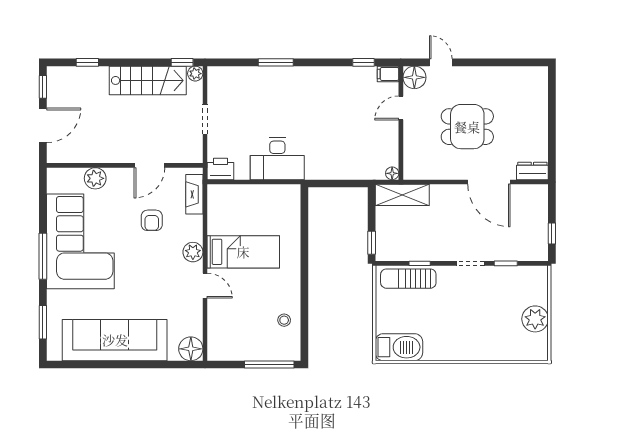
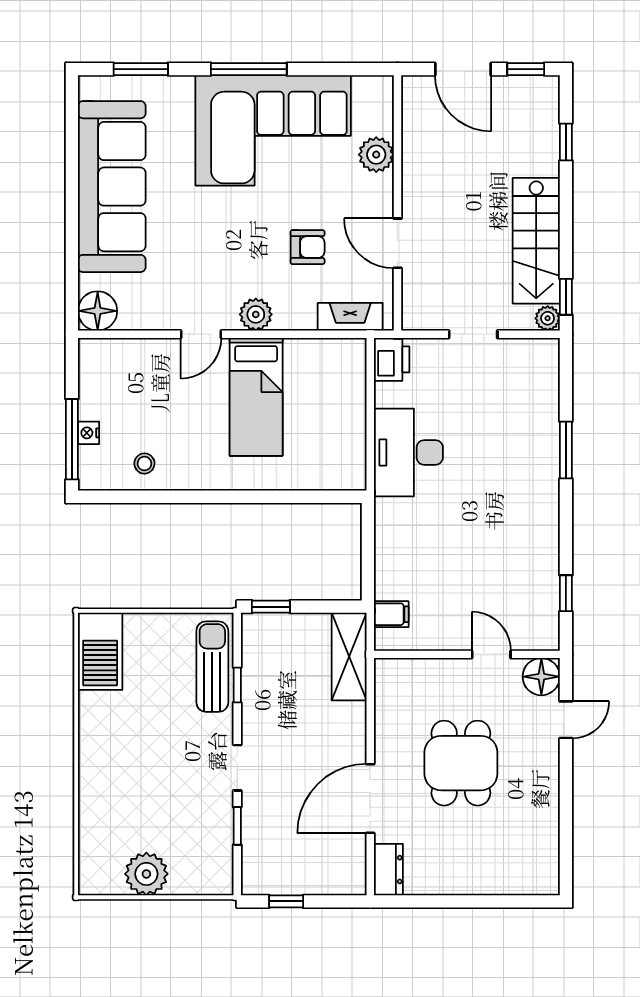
filing cabinet: (388, 74) -> (391, 614), moved, turned 90
floor lamp: (392, 173) -> (384, 640), removed
armchair: (152, 220) -> (308, 247), turned 180
nightstand: (265, 354) -> (89, 433), added

